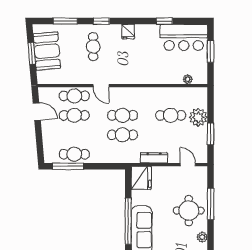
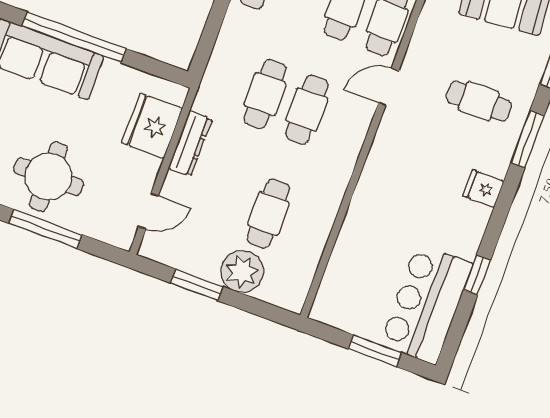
window: (101, 21) -> (527, 139), width x1.50
plant: (188, 79) -> (333, 279), removed
fridge: (141, 178) -> (152, 126), moved, turned 90

